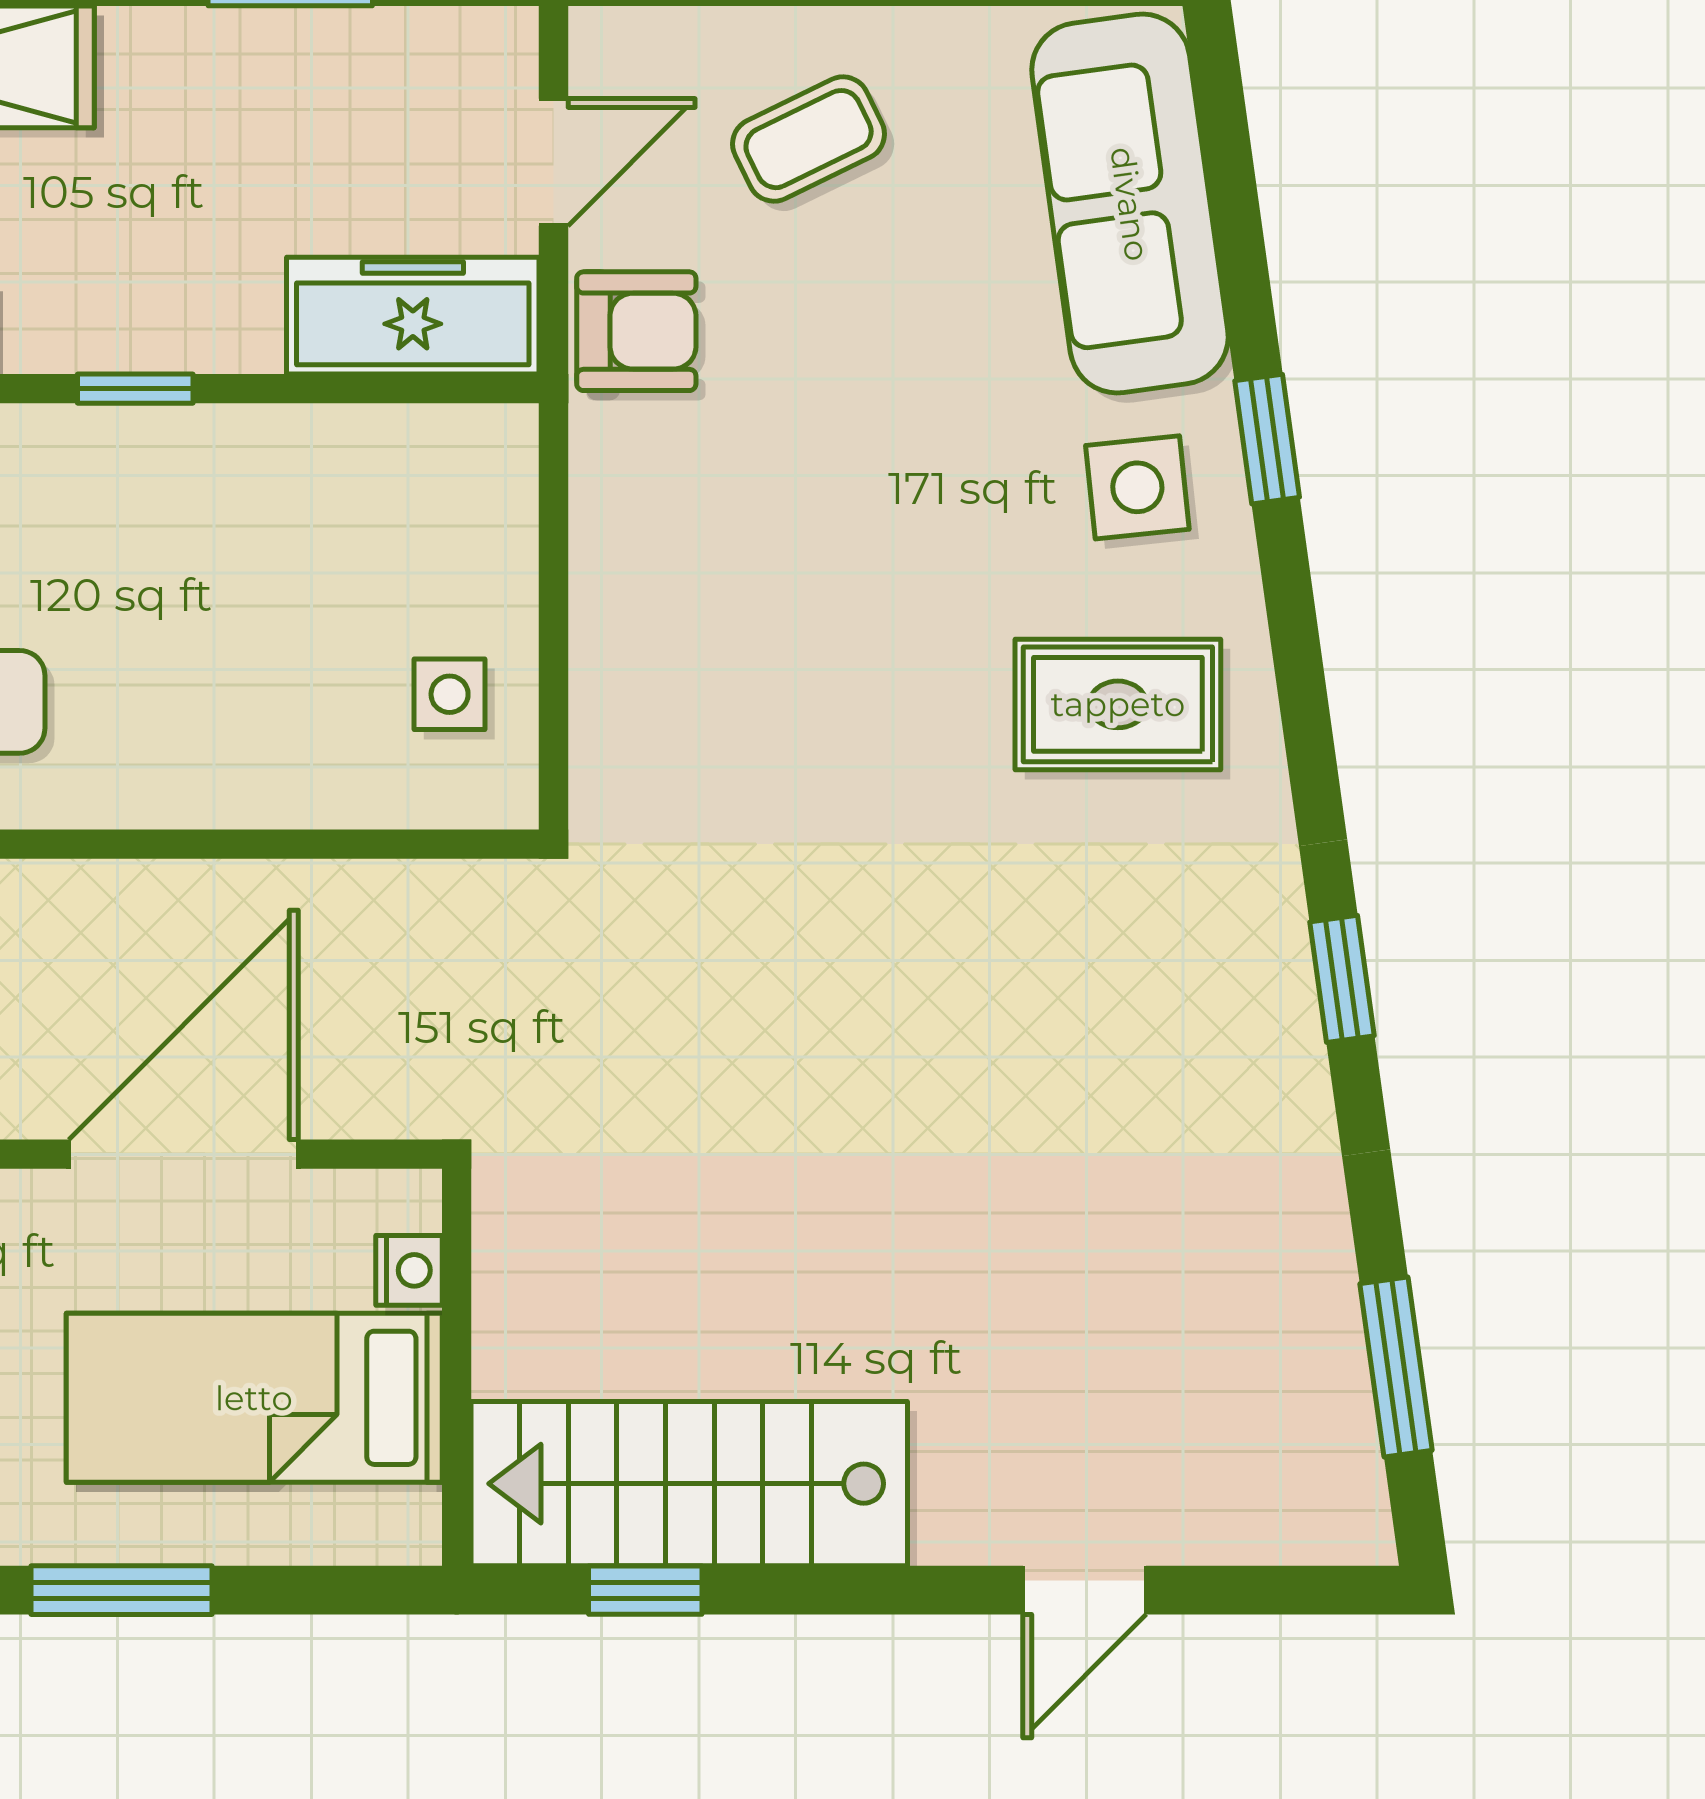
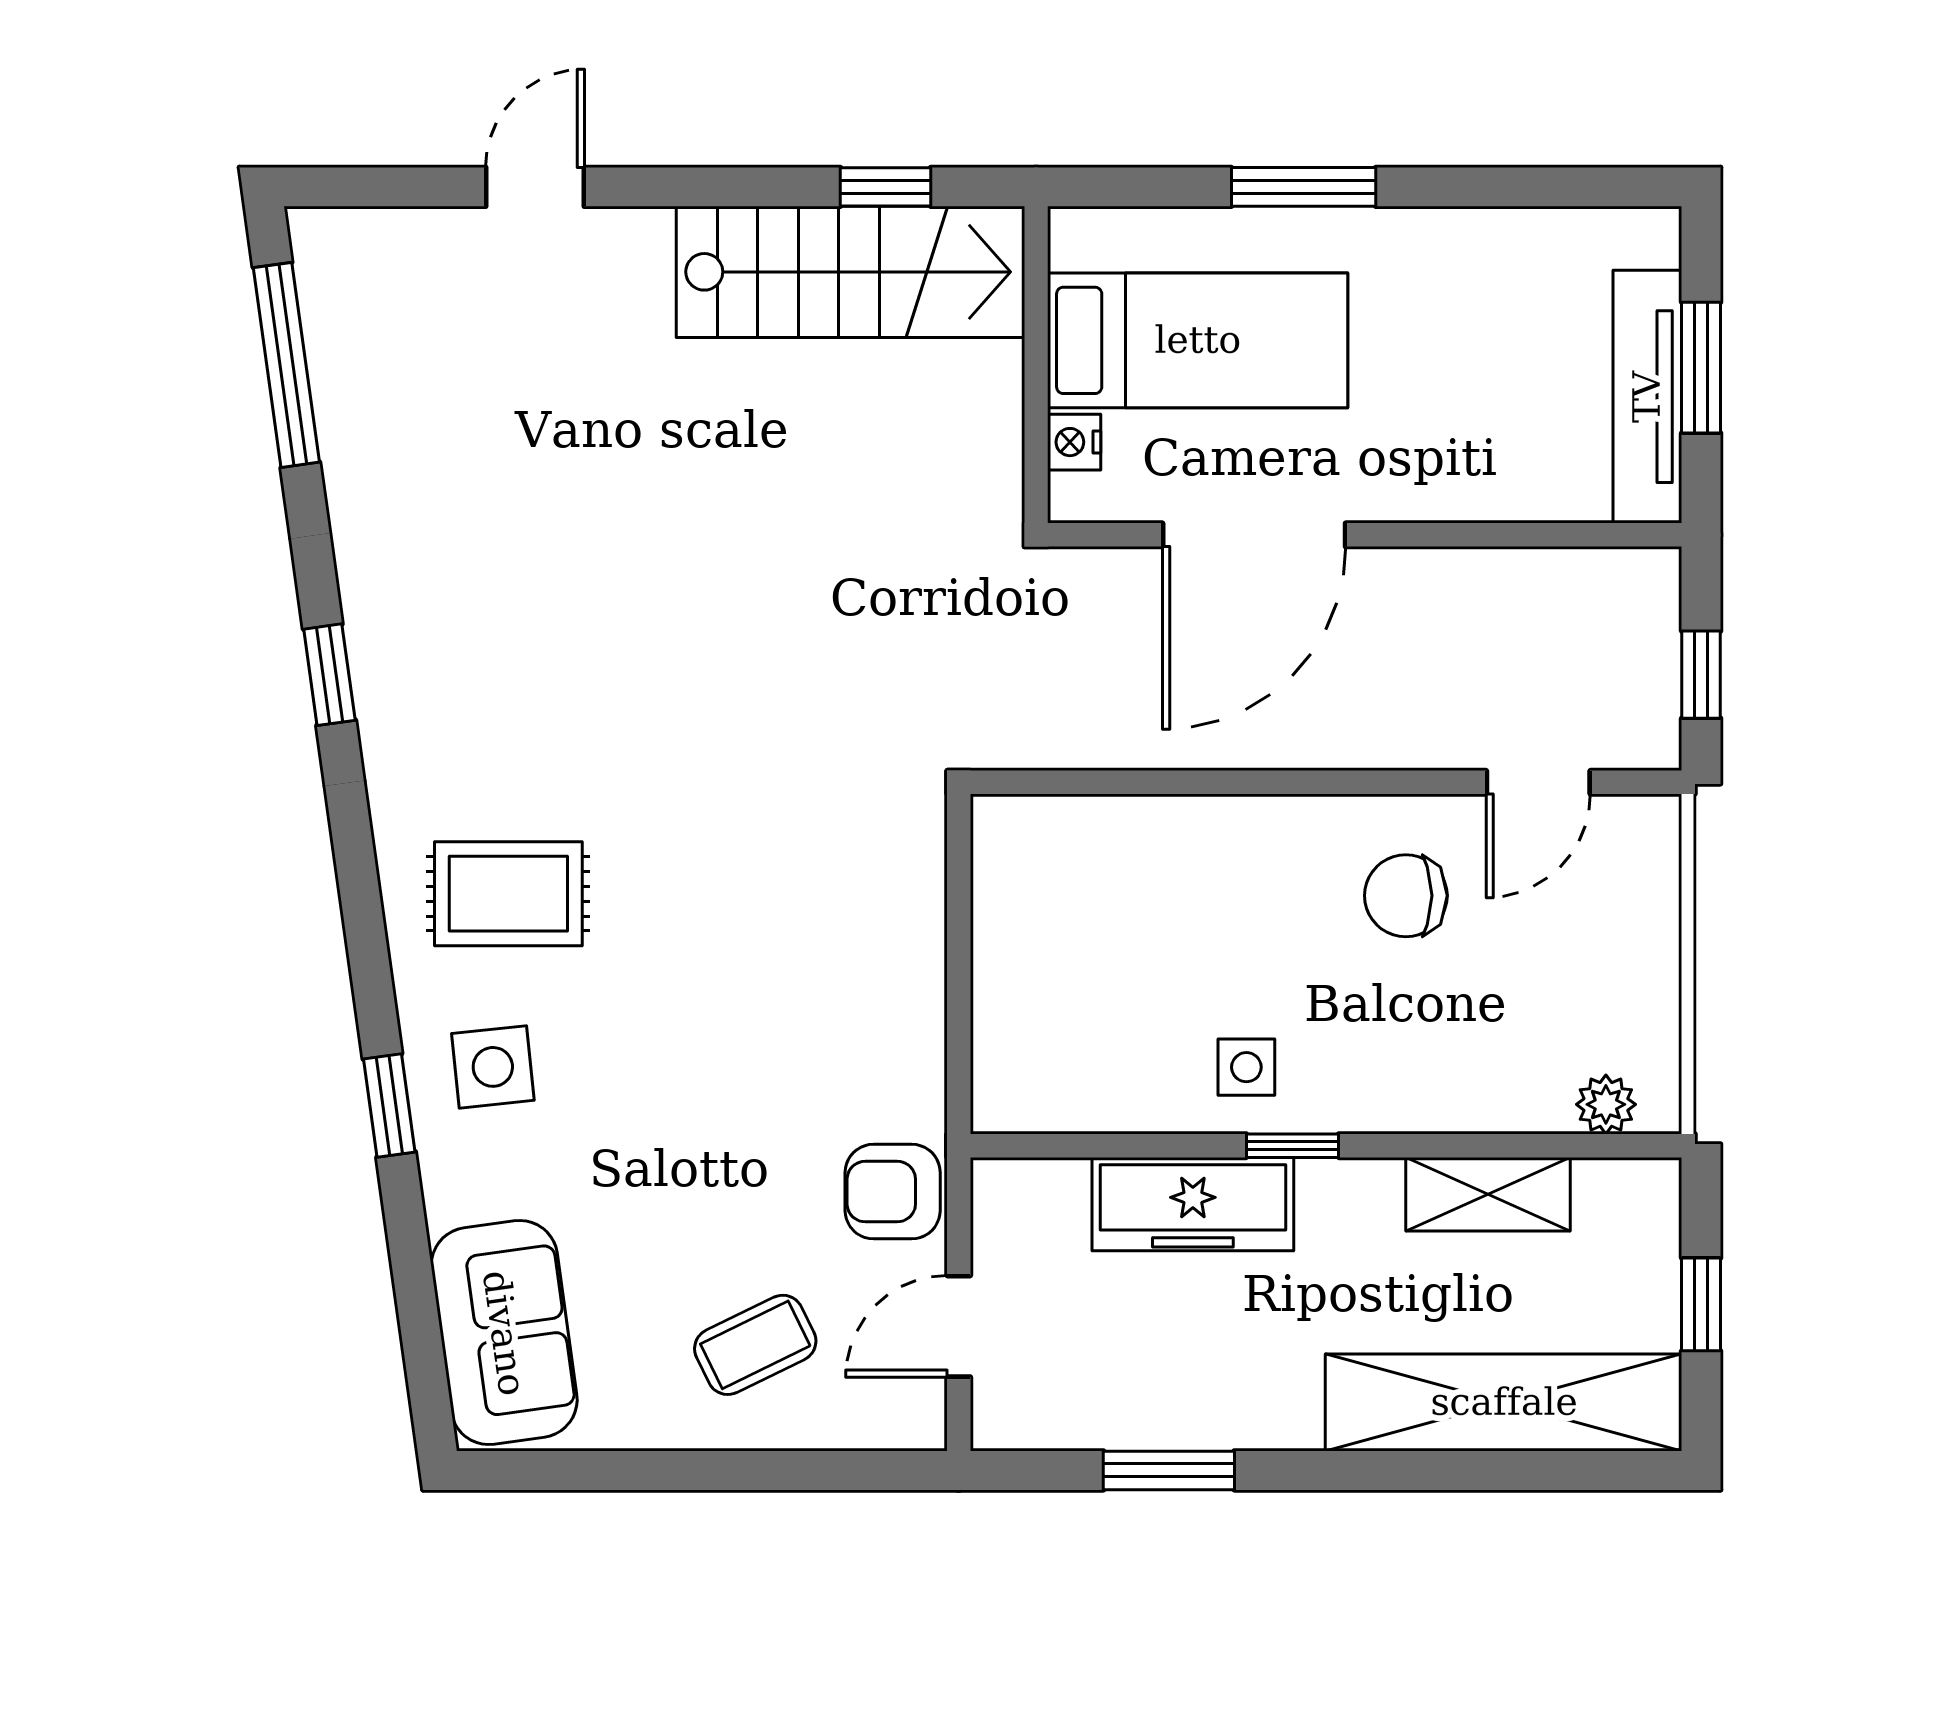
sofa: (1130, 204) -> (504, 1333), width x0.73
freezer: (413, 316) -> (1193, 1204), moved
side table: (450, 694) -> (1246, 1067), moved
window: (1396, 1367) -> (286, 365), width x1.44

